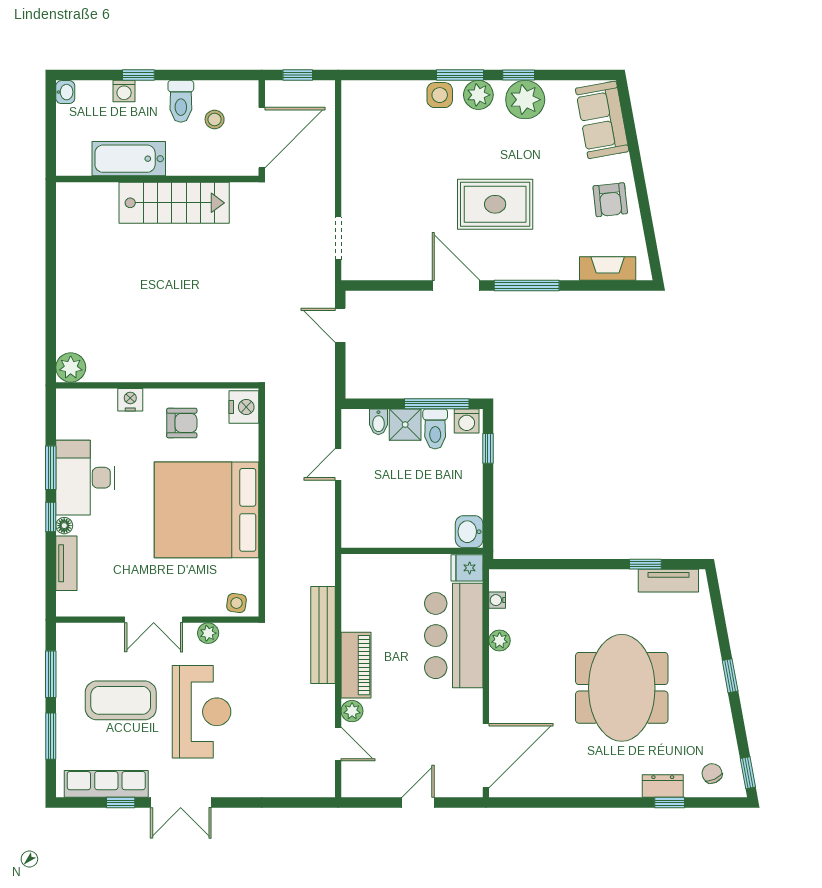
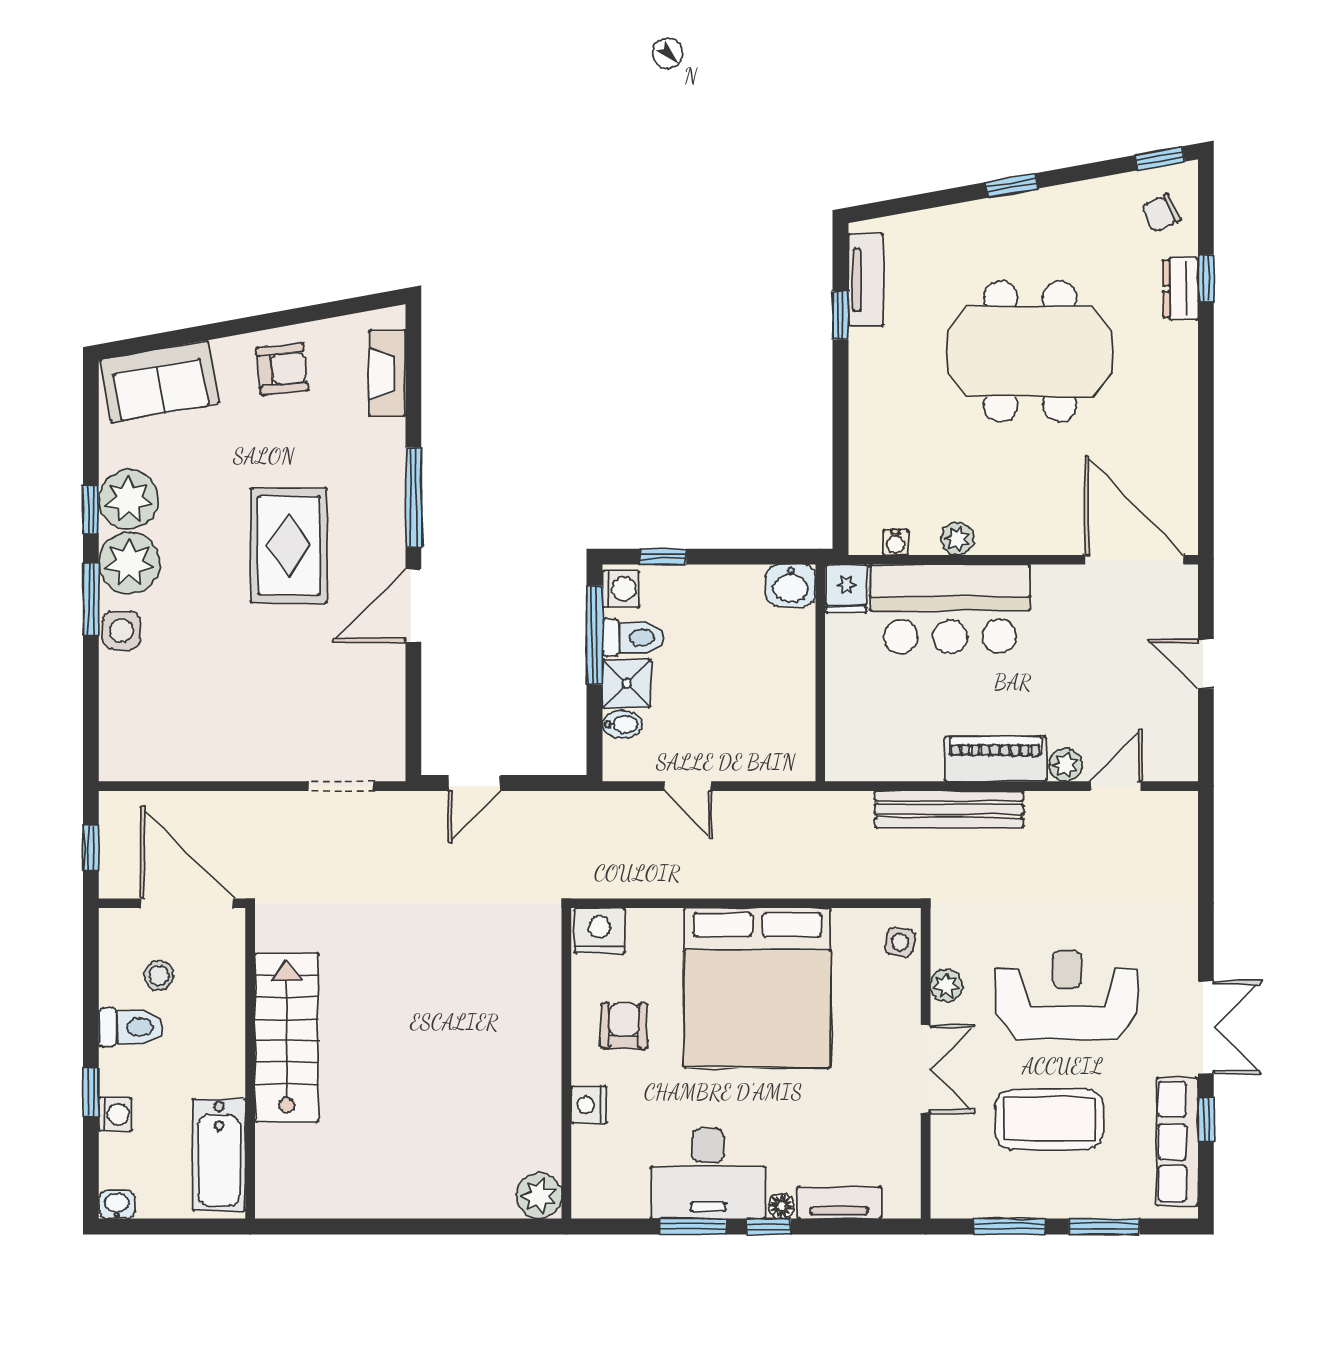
plant: (478, 95) -> (129, 563), width x1.36, depth x1.36
bathtub: (129, 159) -> (219, 1155), moved
coffee table: (121, 700) -> (1049, 1119), turned 90

